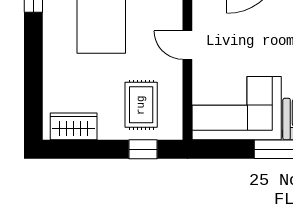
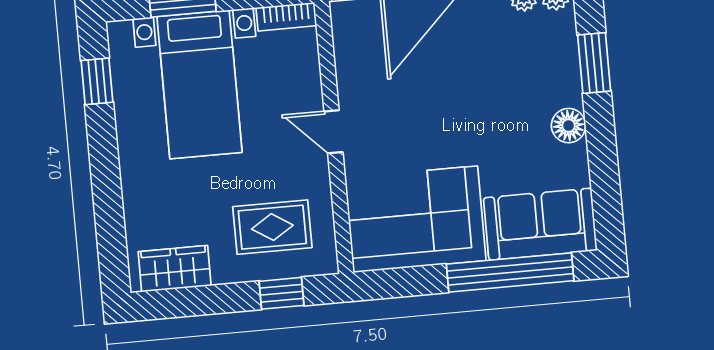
rug: (141, 105) -> (272, 227), turned 90

